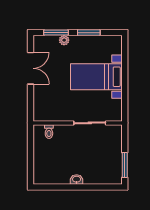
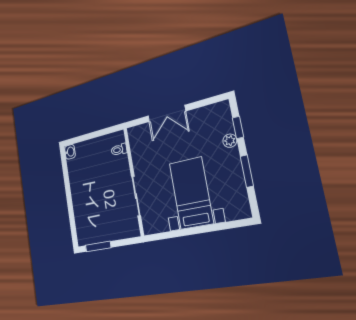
window: (56, 33) -> (238, 127), width x0.67
double door: (31, 68) -> (167, 114), moved
washbasin: (77, 179) -> (70, 152), moved

